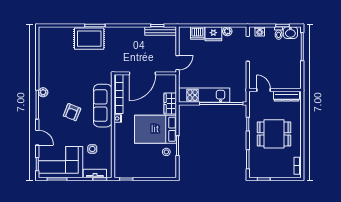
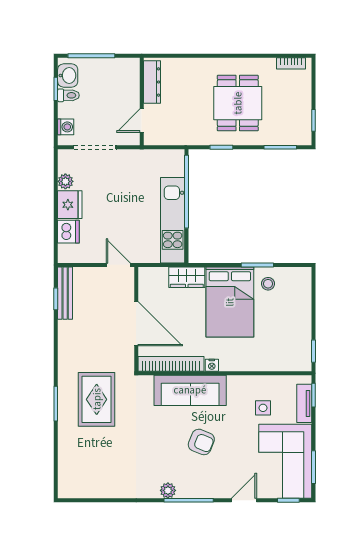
rug: (89, 39) -> (97, 399), moved
door: (264, 90) -> (142, 121), moved
wall: (275, 90) -> (142, 102), moved
dresser: (287, 96) -> (152, 82), moved

